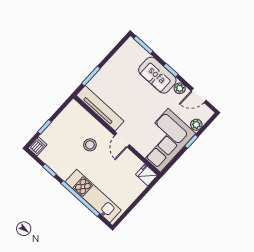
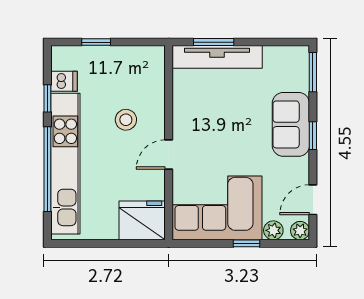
plant: (180, 88) -> (300, 231), moved
door: (199, 95) -> (313, 200), hinge flipped
tv unit: (100, 108) -> (217, 57), moved, turned 90
dishwasher: (38, 146) -> (64, 81), moved
fridge: (147, 175) -> (142, 220), width x1.88, depth x1.34
kitchen unit: (93, 196) -> (65, 164), width x1.36

